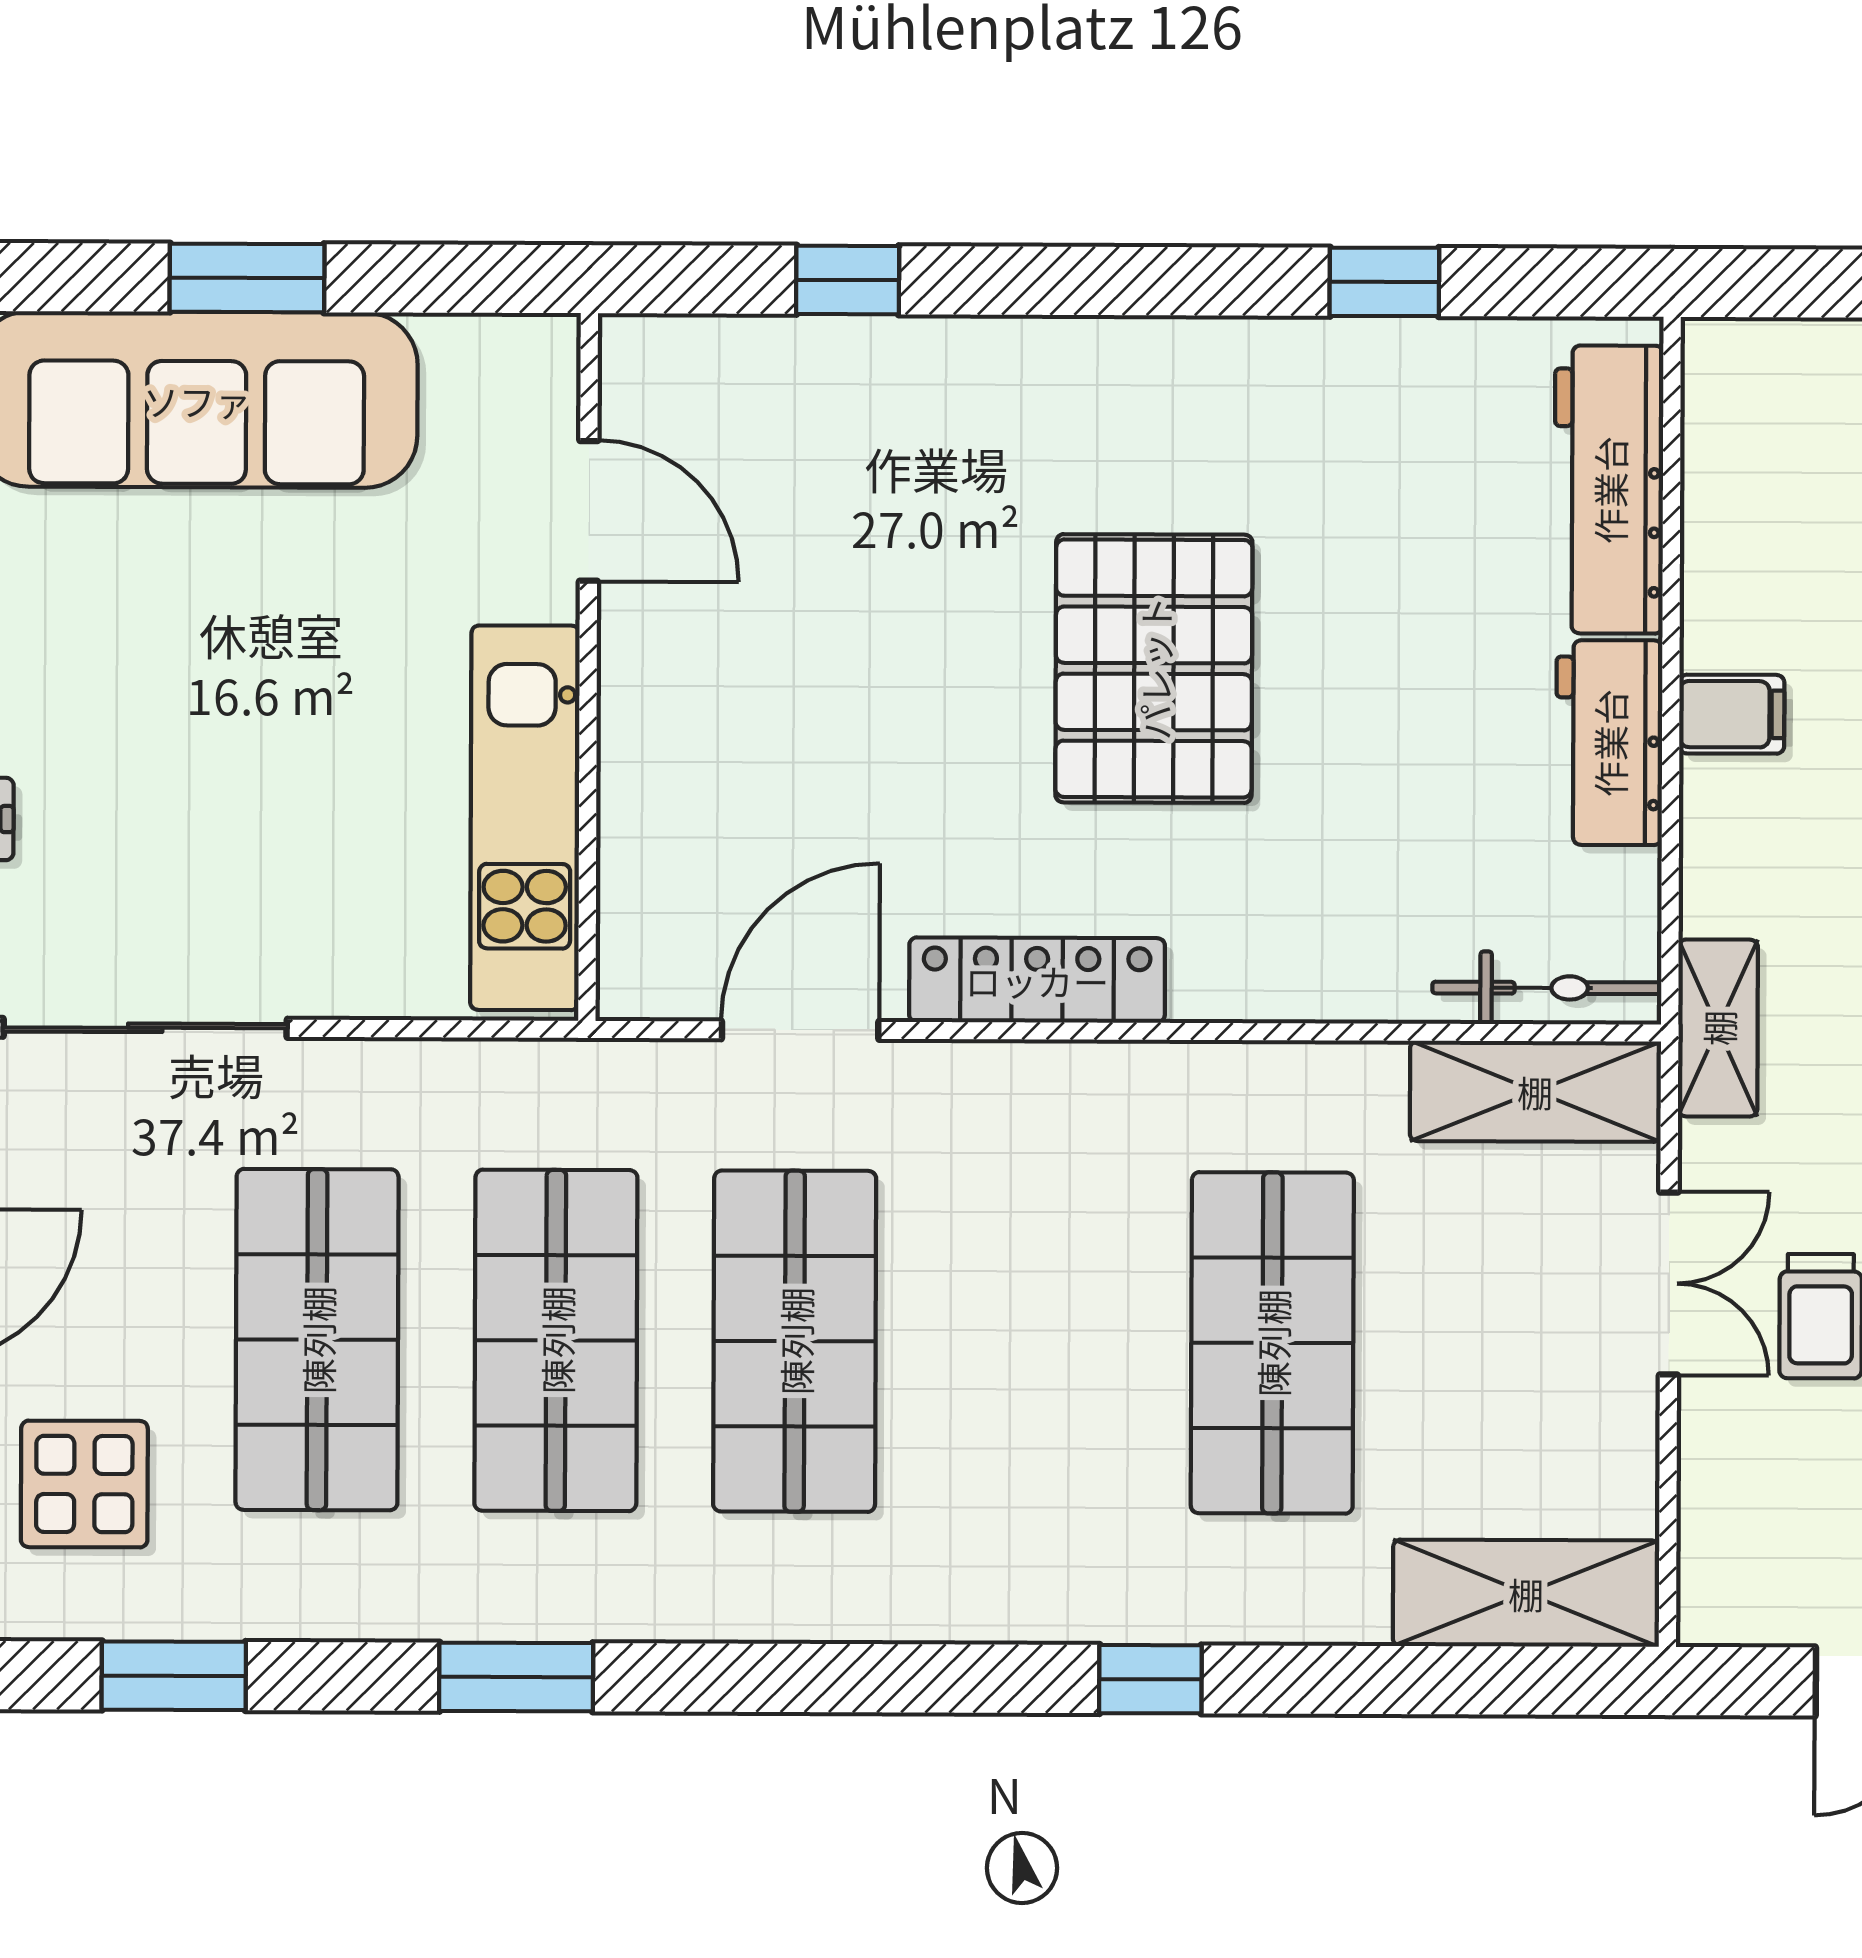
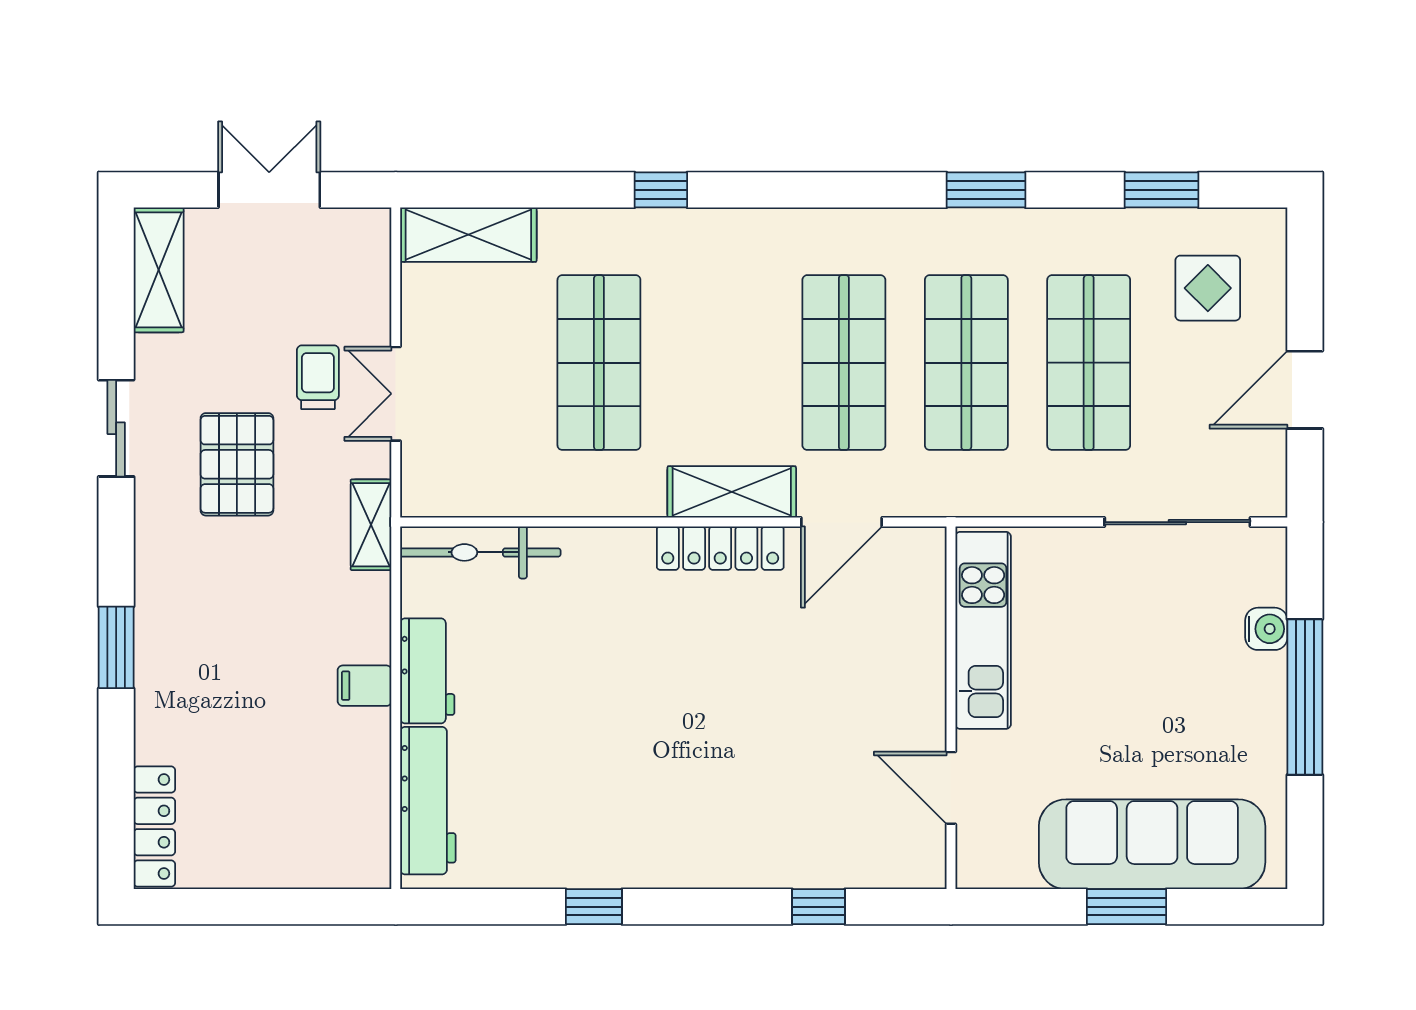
window: (1384, 282) -> (594, 907), moved
pallet: (1154, 668) -> (661, 708), removed
bicycle: (1547, 988) -> (480, 552), width x1.37, depth x1.40
shelving: (1535, 1091) -> (732, 492), moved

